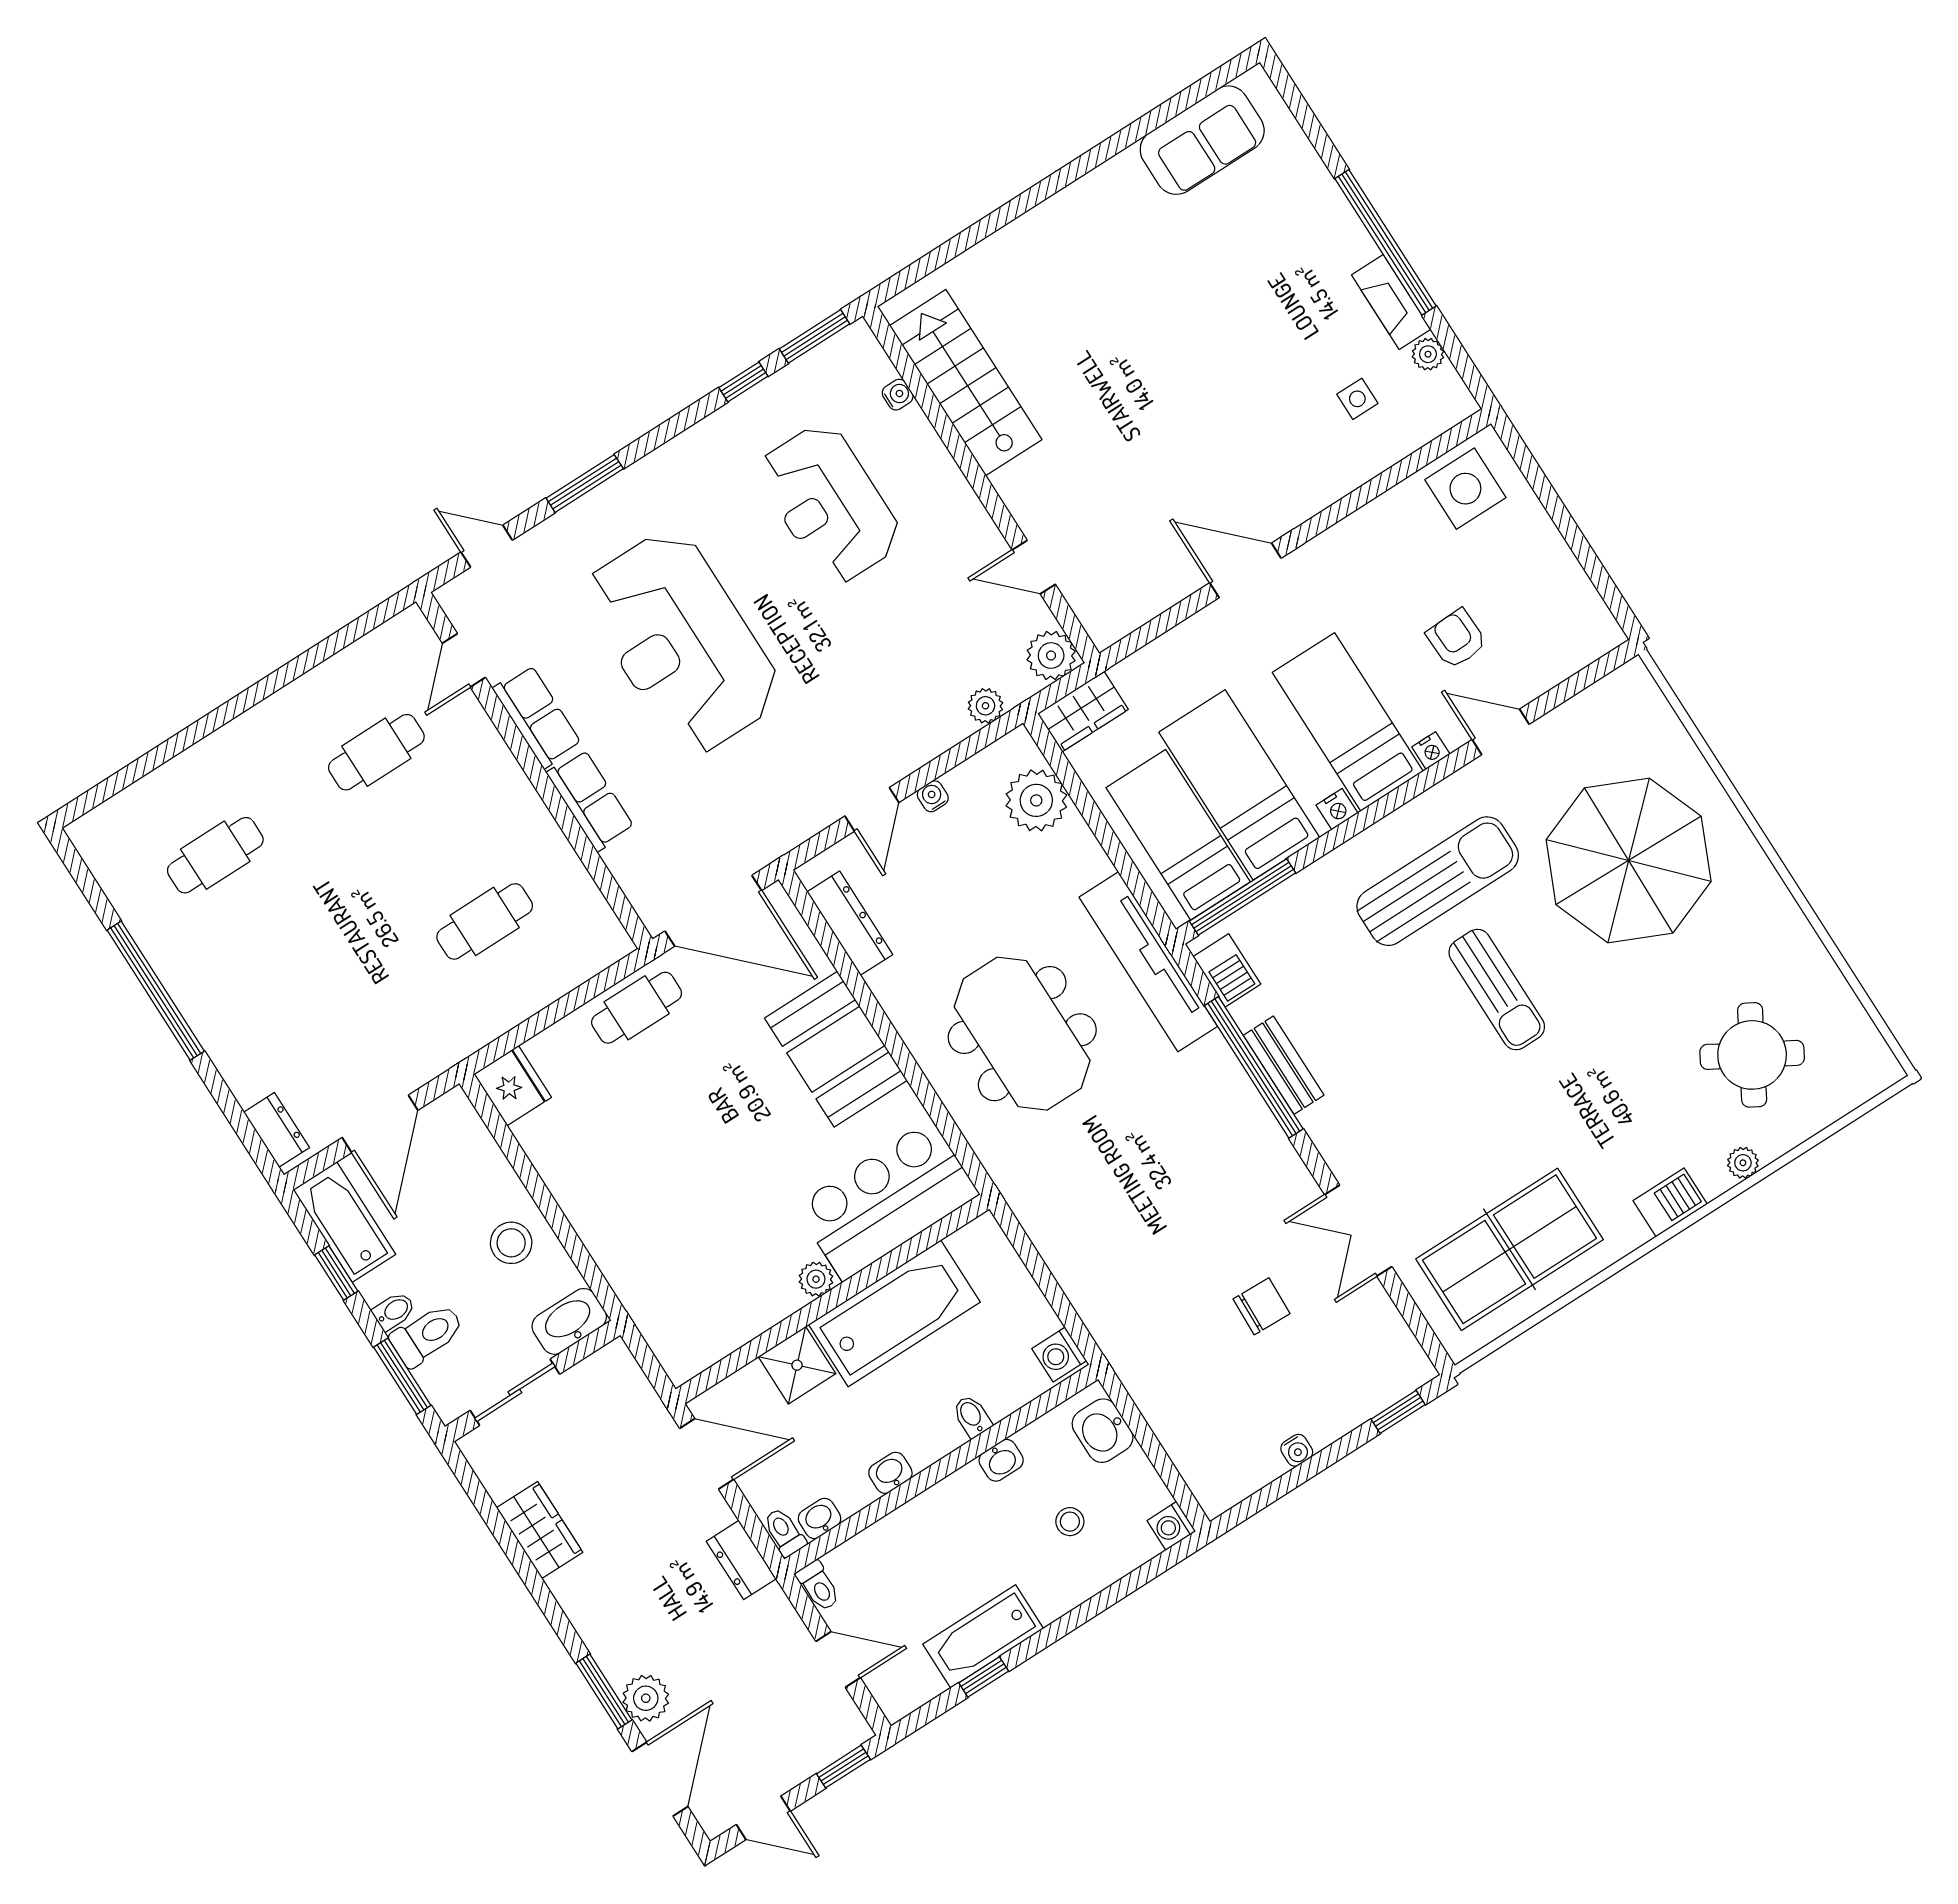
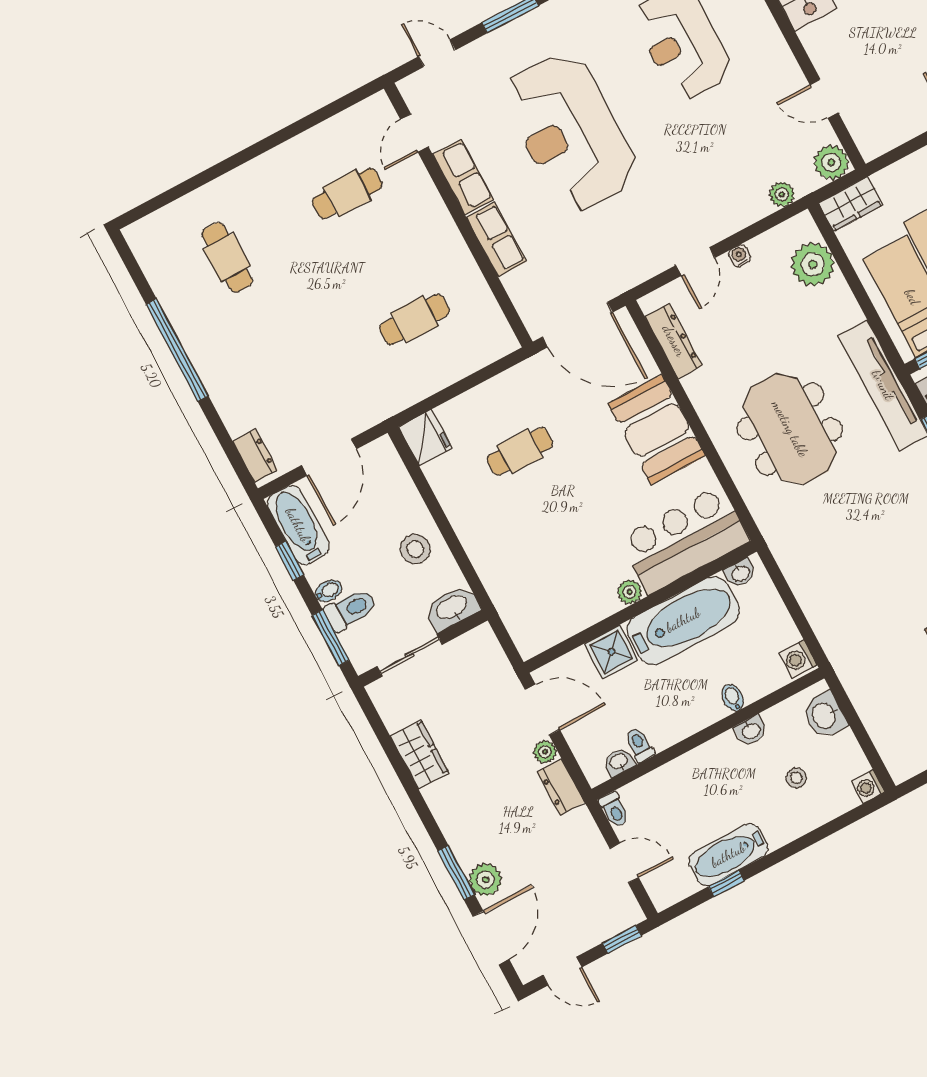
cafe table: (215, 855) -> (227, 257), turned 90
cafe table: (637, 1008) -> (520, 451), moved
washbasin: (890, 1473) -> (740, 573), moved, turned 180
plant: (715, 1513) -> (545, 752), added
toilet: (784, 1532) -> (640, 745), moved

